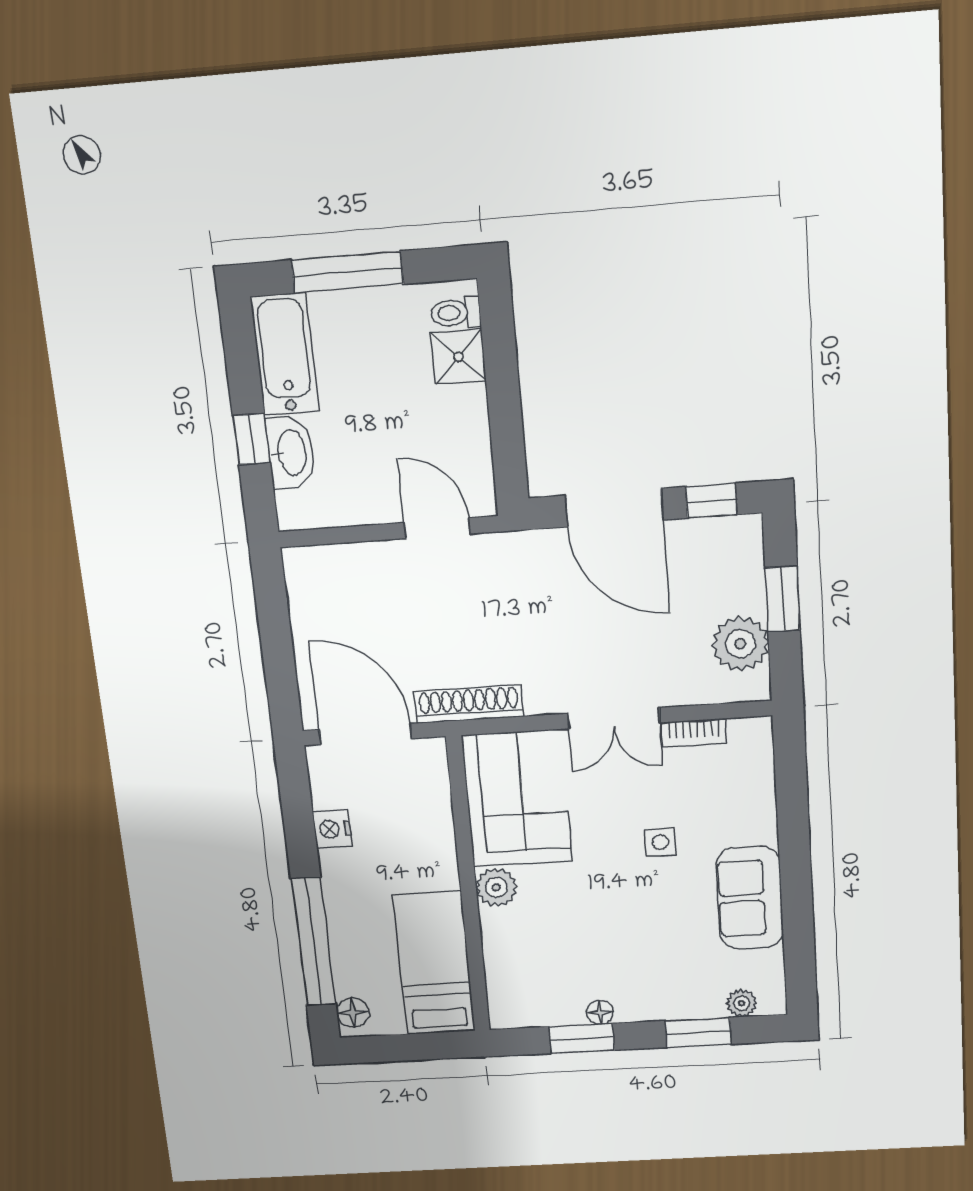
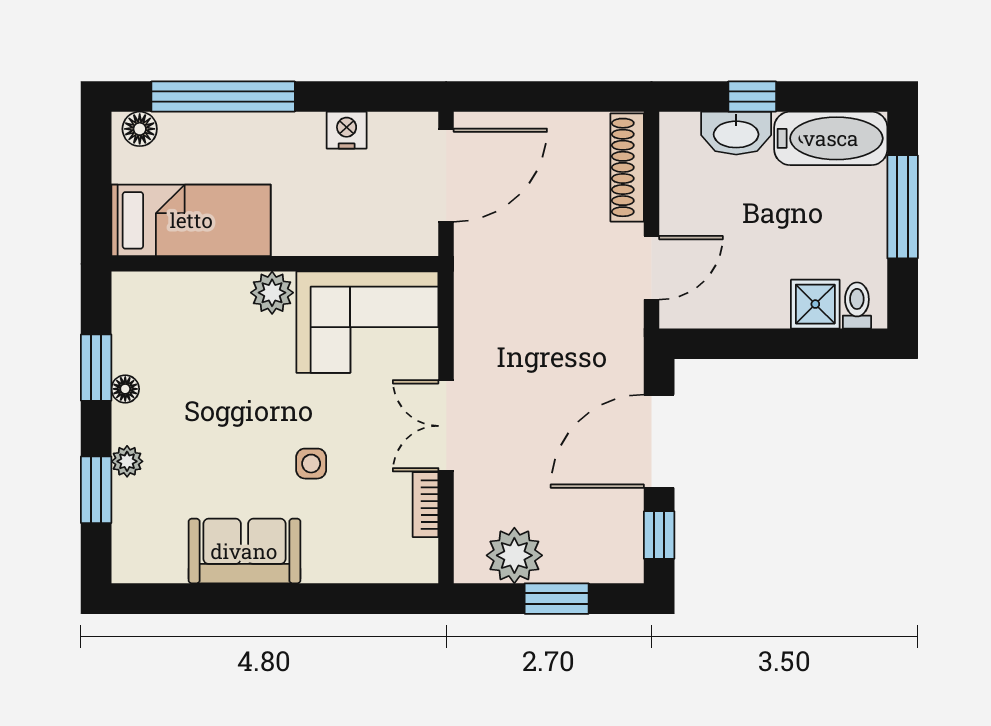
shoe rack: (469, 704) -> (627, 167), moved, turned 180
plant: (742, 1003) -> (127, 461), moved

